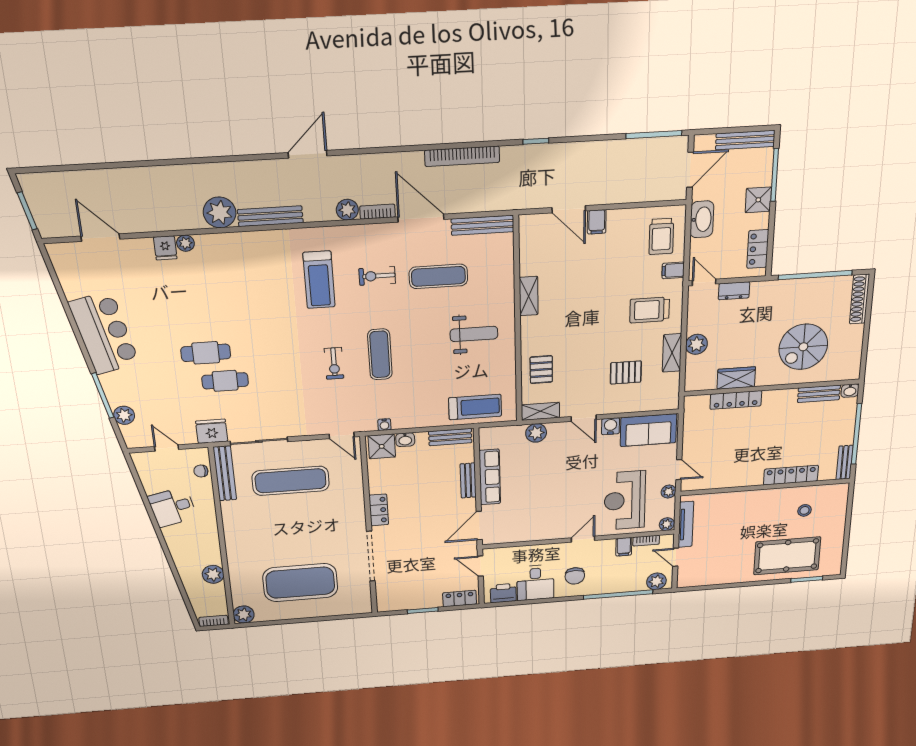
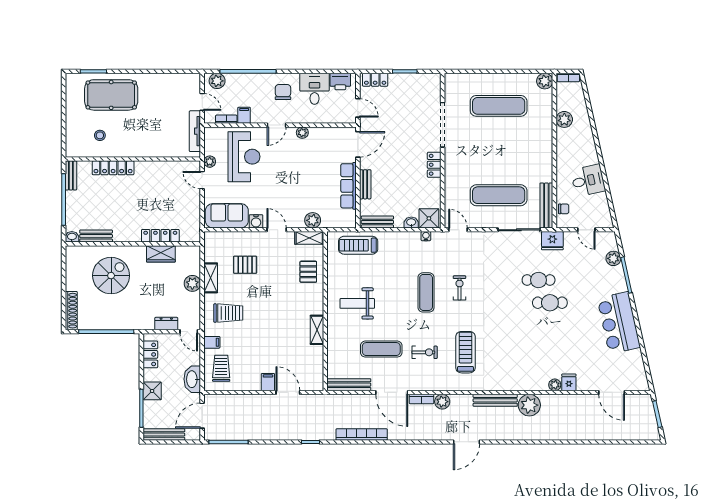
plant: (667, 524) -> (302, 133), moved
exercise mat: (300, 583) -> (499, 106), width x0.68

